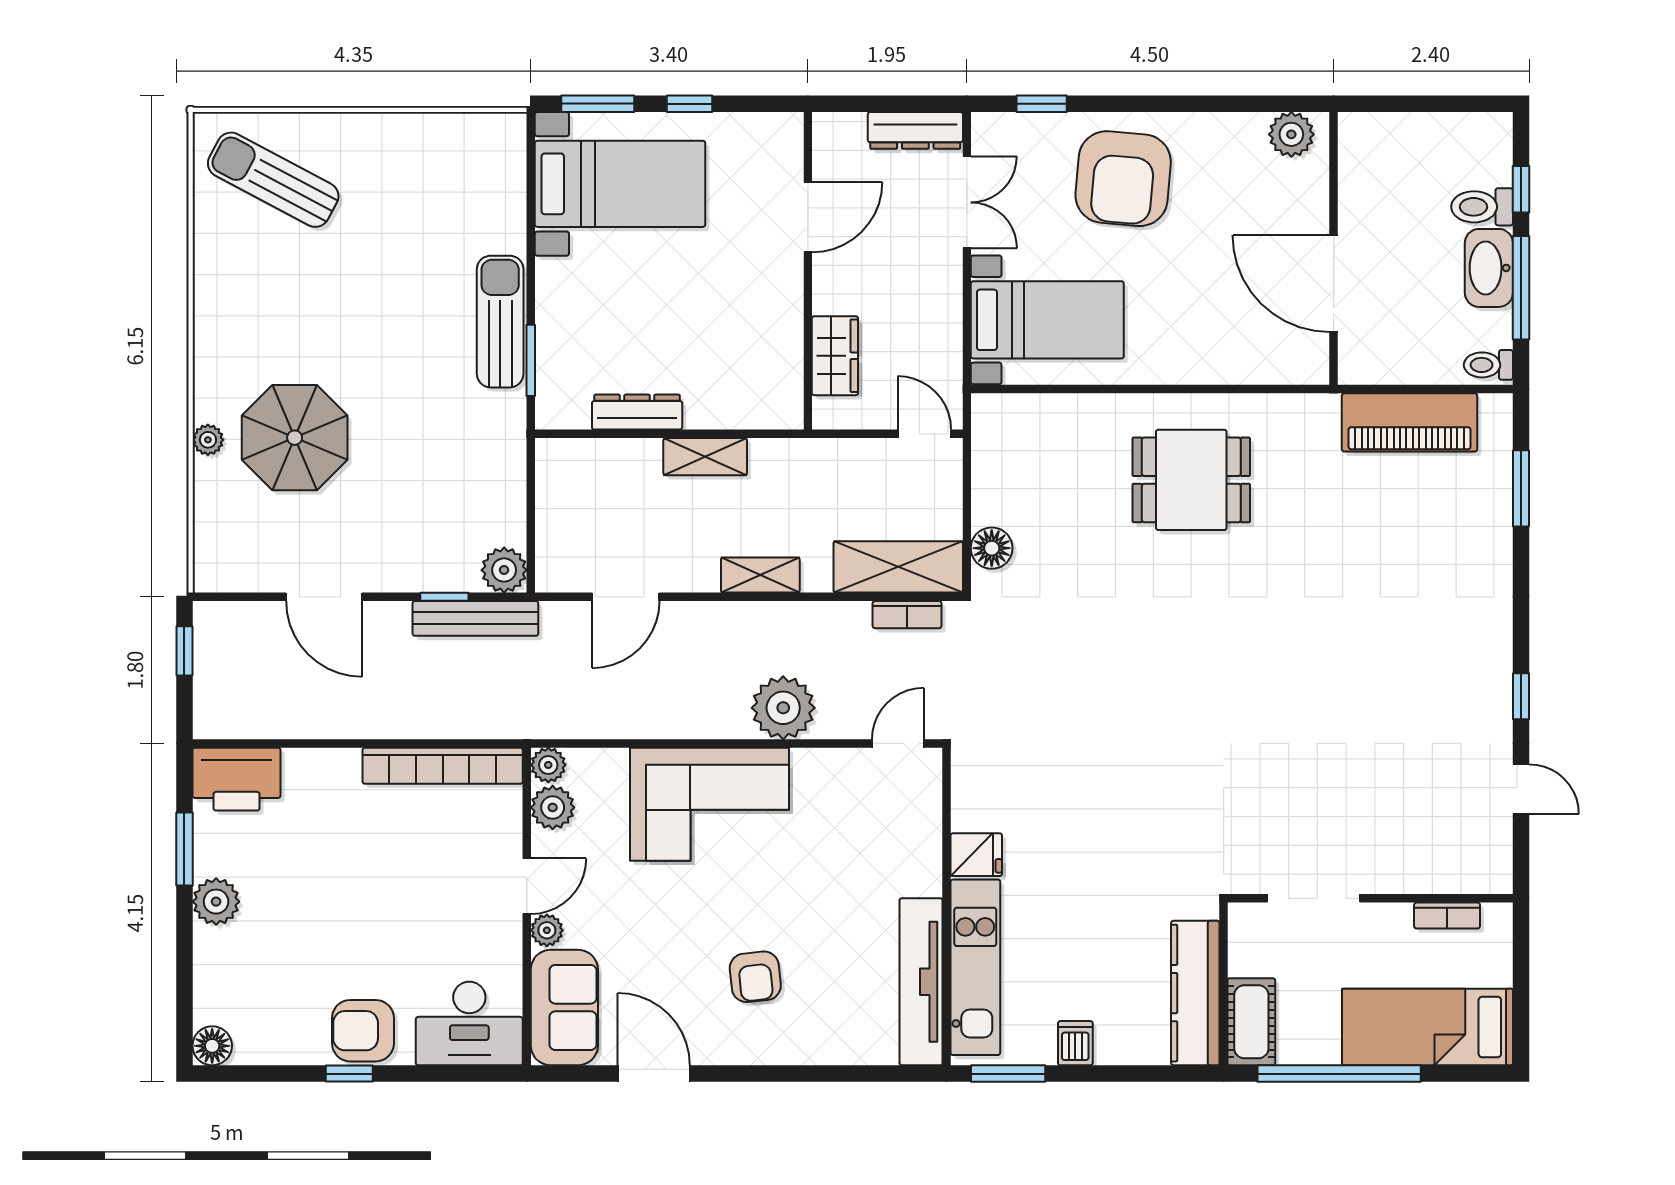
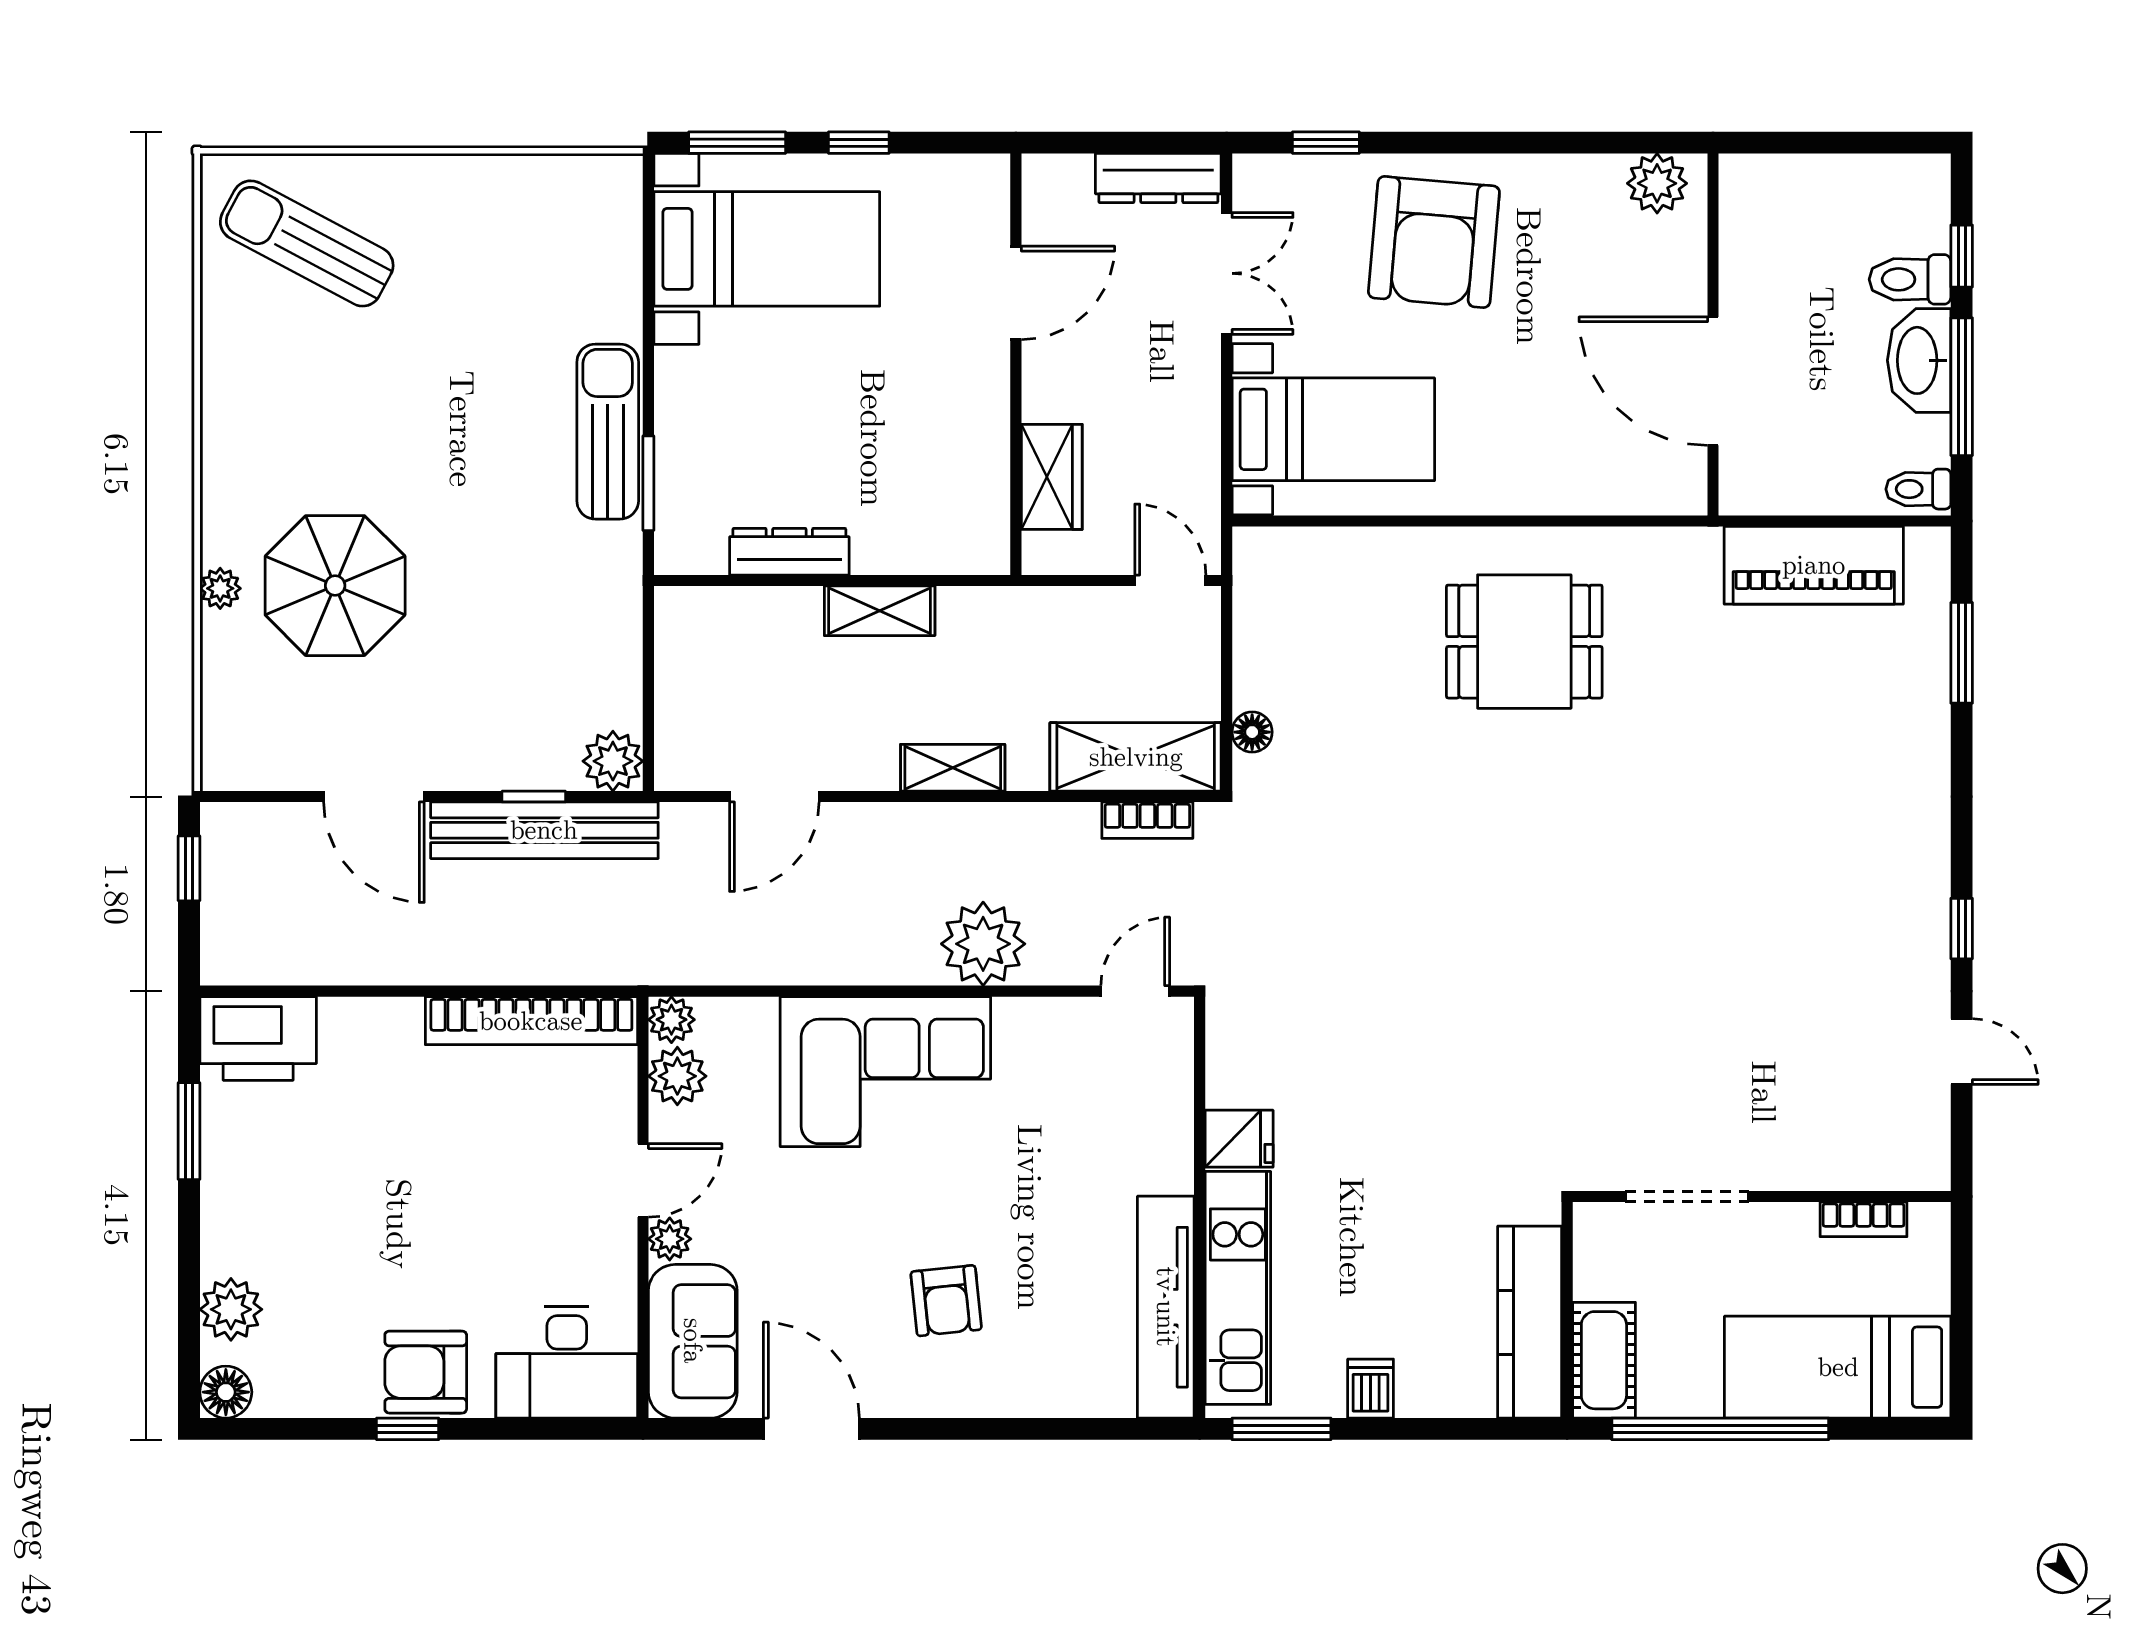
floor lamp: (992, 548) -> (1252, 732), width x0.73, depth x0.73
bench: (475, 618) -> (544, 830), width x1.37, depth x1.21
plant: (216, 902) -> (231, 1309), moved

